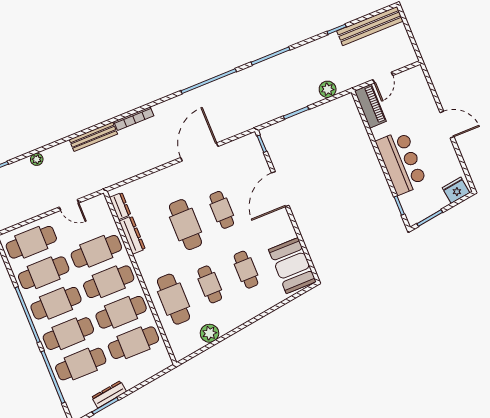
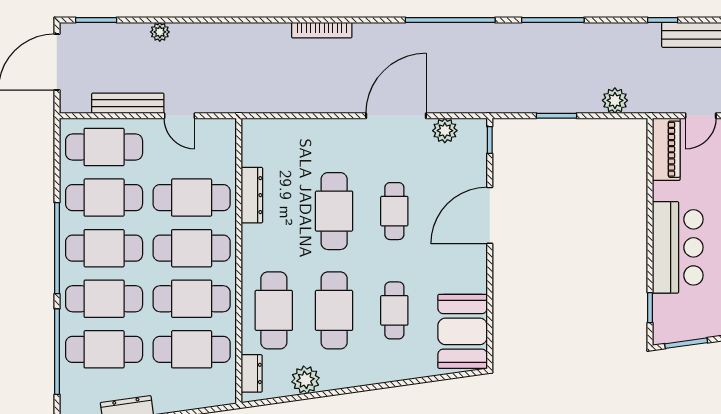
bench: (93, 137) -> (128, 103), moved
plant: (232, 149) -> (445, 131), added
dresser: (120, 206) -> (252, 373), moved
cafe table: (210, 284) -> (334, 310), width x1.37, depth x1.35

